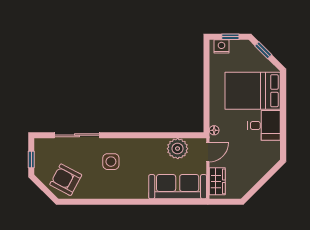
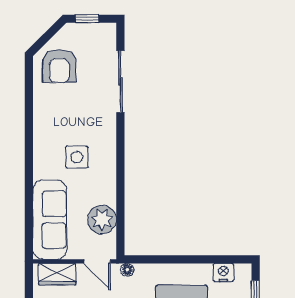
nightstand: (221, 46) -> (223, 273), moved, turned -90
side table: (111, 162) -> (77, 157), moved
armchair: (66, 180) -> (59, 66), turned 152

